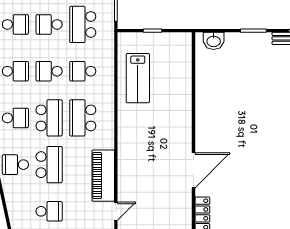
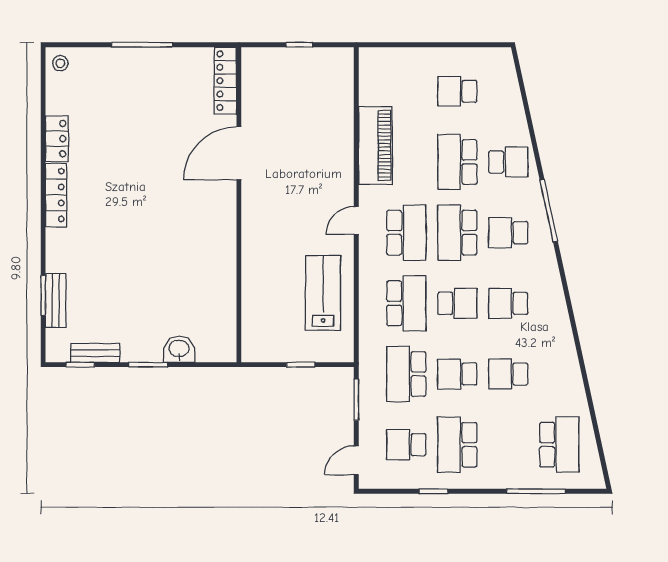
school desk: (49, 24) -> (457, 374), turned 180
school desk: (83, 24) -> (406, 374), turned 180
washbasin: (214, 41) -> (179, 349), moved
school desk: (83, 71) -> (406, 303), width x1.85
door: (116, 211) -> (356, 220), moved

